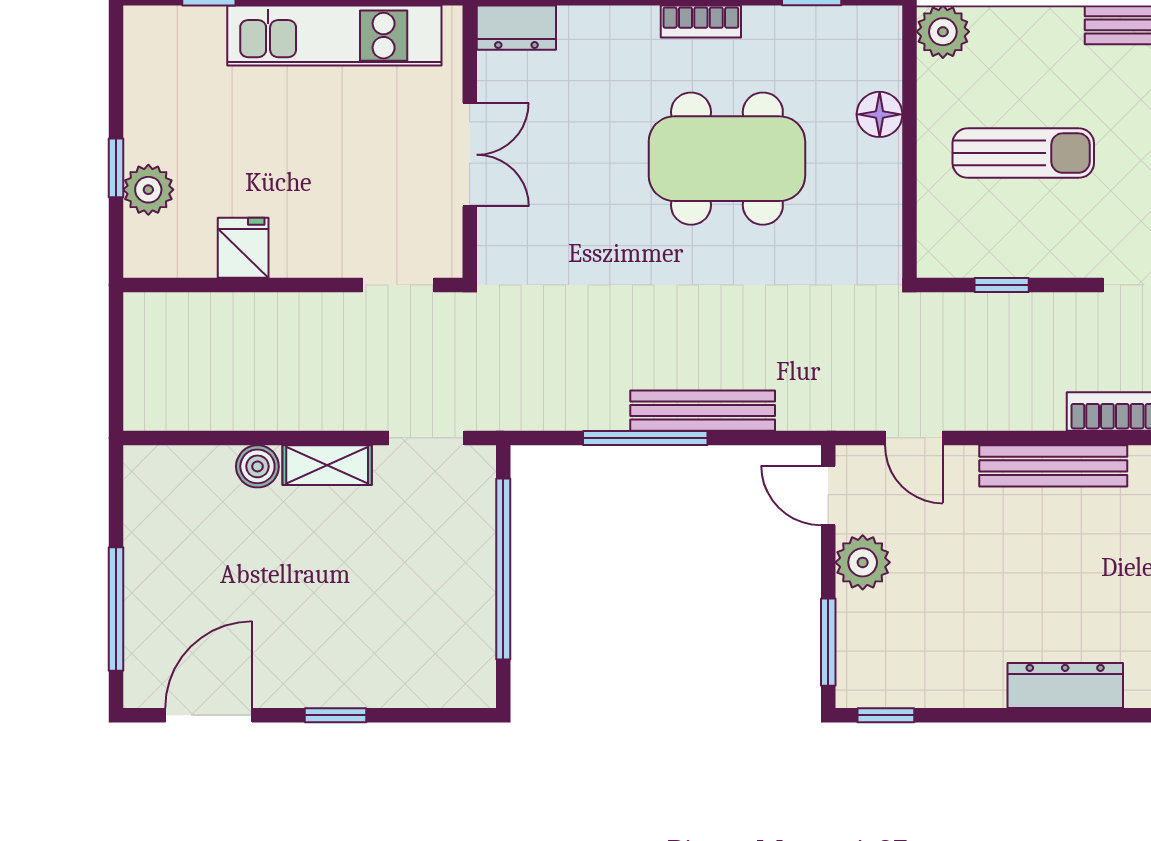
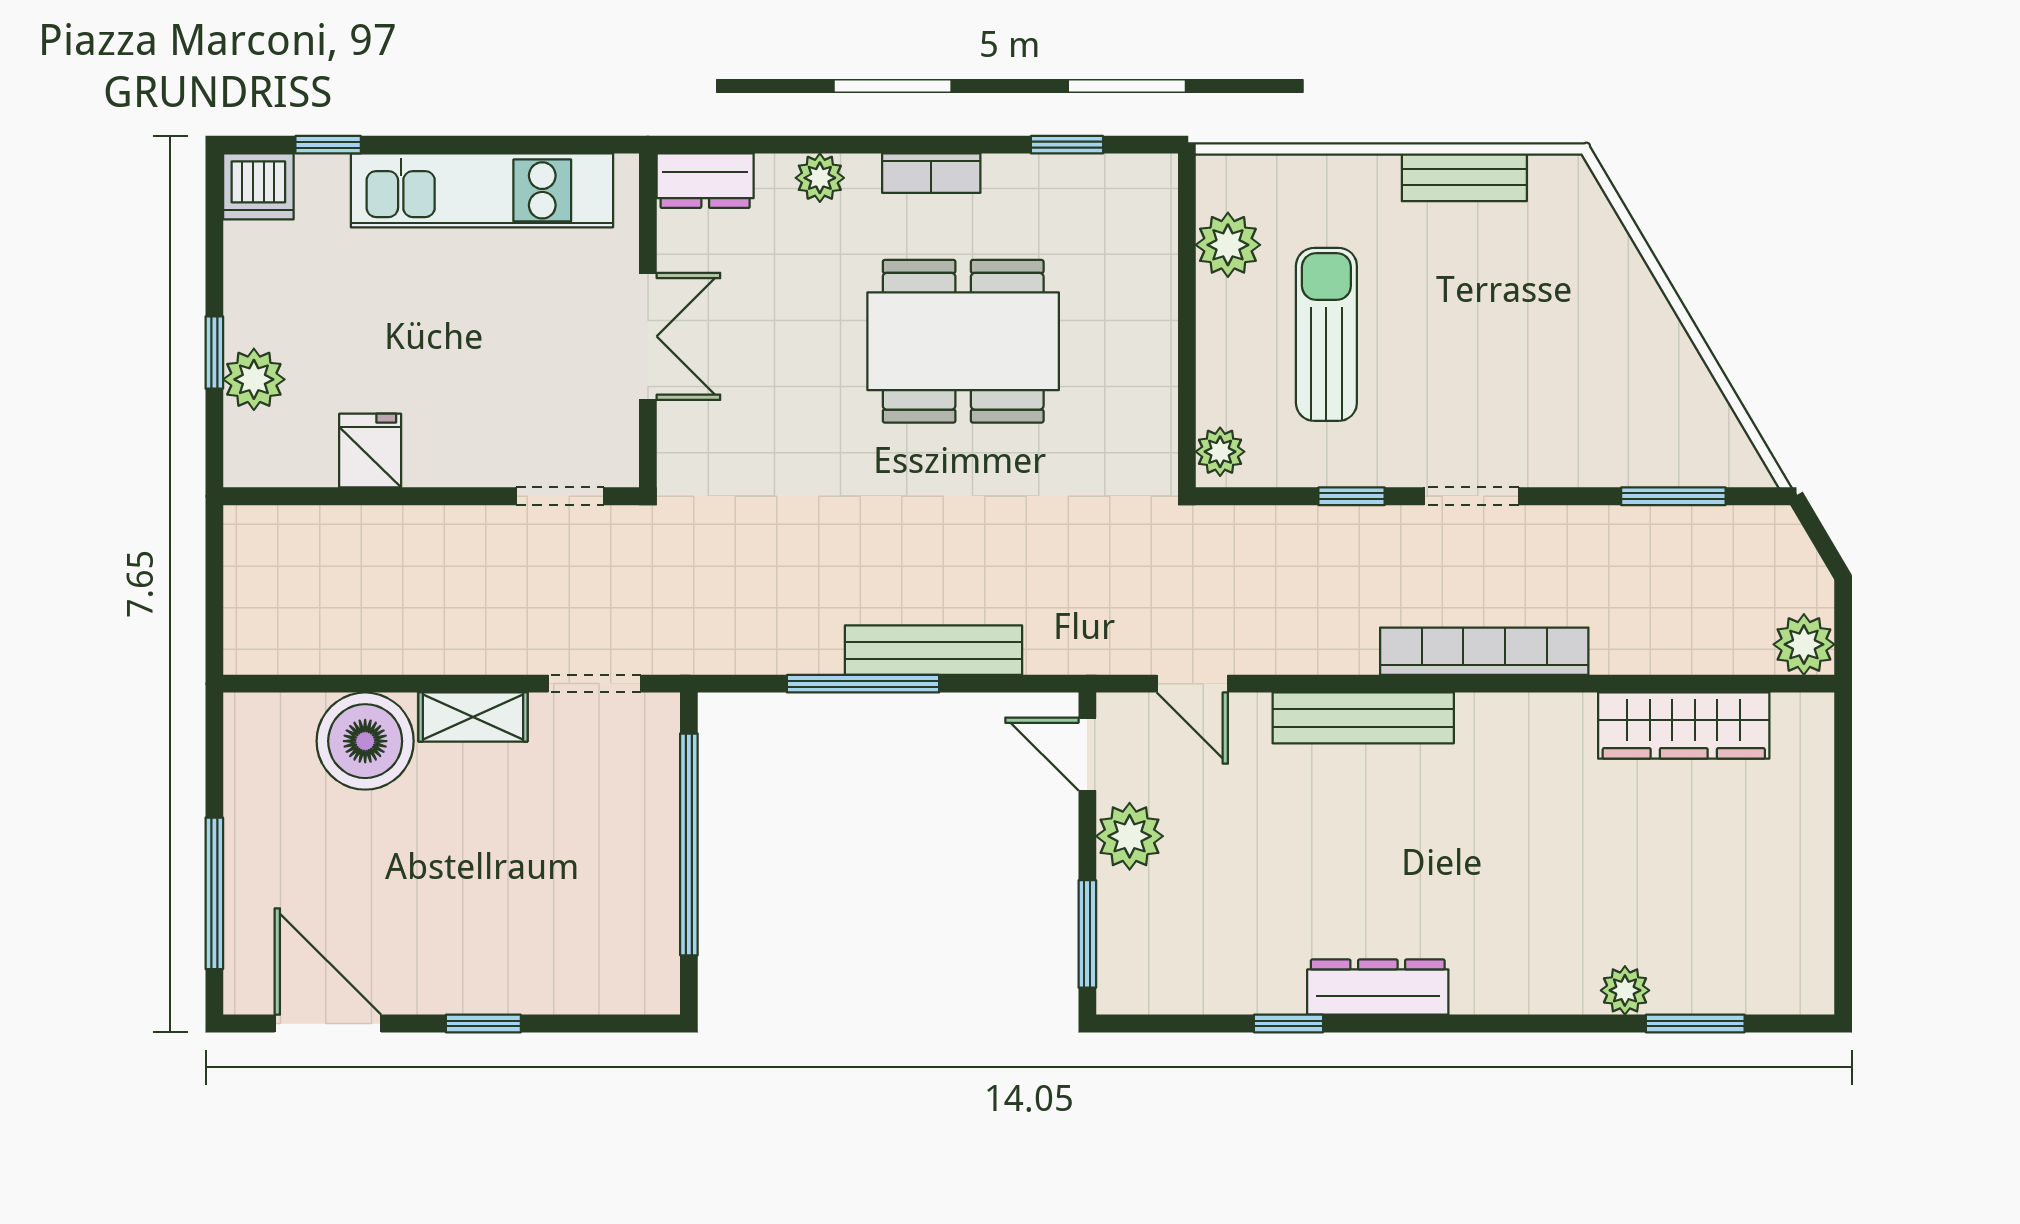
plant: (610, 25) -> (820, 178), added
dishwasher: (152, 32) -> (258, 186), added
plant: (943, 32) -> (1228, 245), moved
floor lamp: (880, 114) -> (1150, 287), removed
sun lounger: (1023, 153) -> (1326, 334), turned -90
plant: (936, 249) -> (1220, 452), added
window: (1002, 285) -> (1352, 496), moved
boiler: (257, 466) -> (365, 741), width x1.86, depth x1.86
door: (209, 715) -> (328, 1024), hinge flipped
window: (886, 715) -> (1289, 1024), moved

